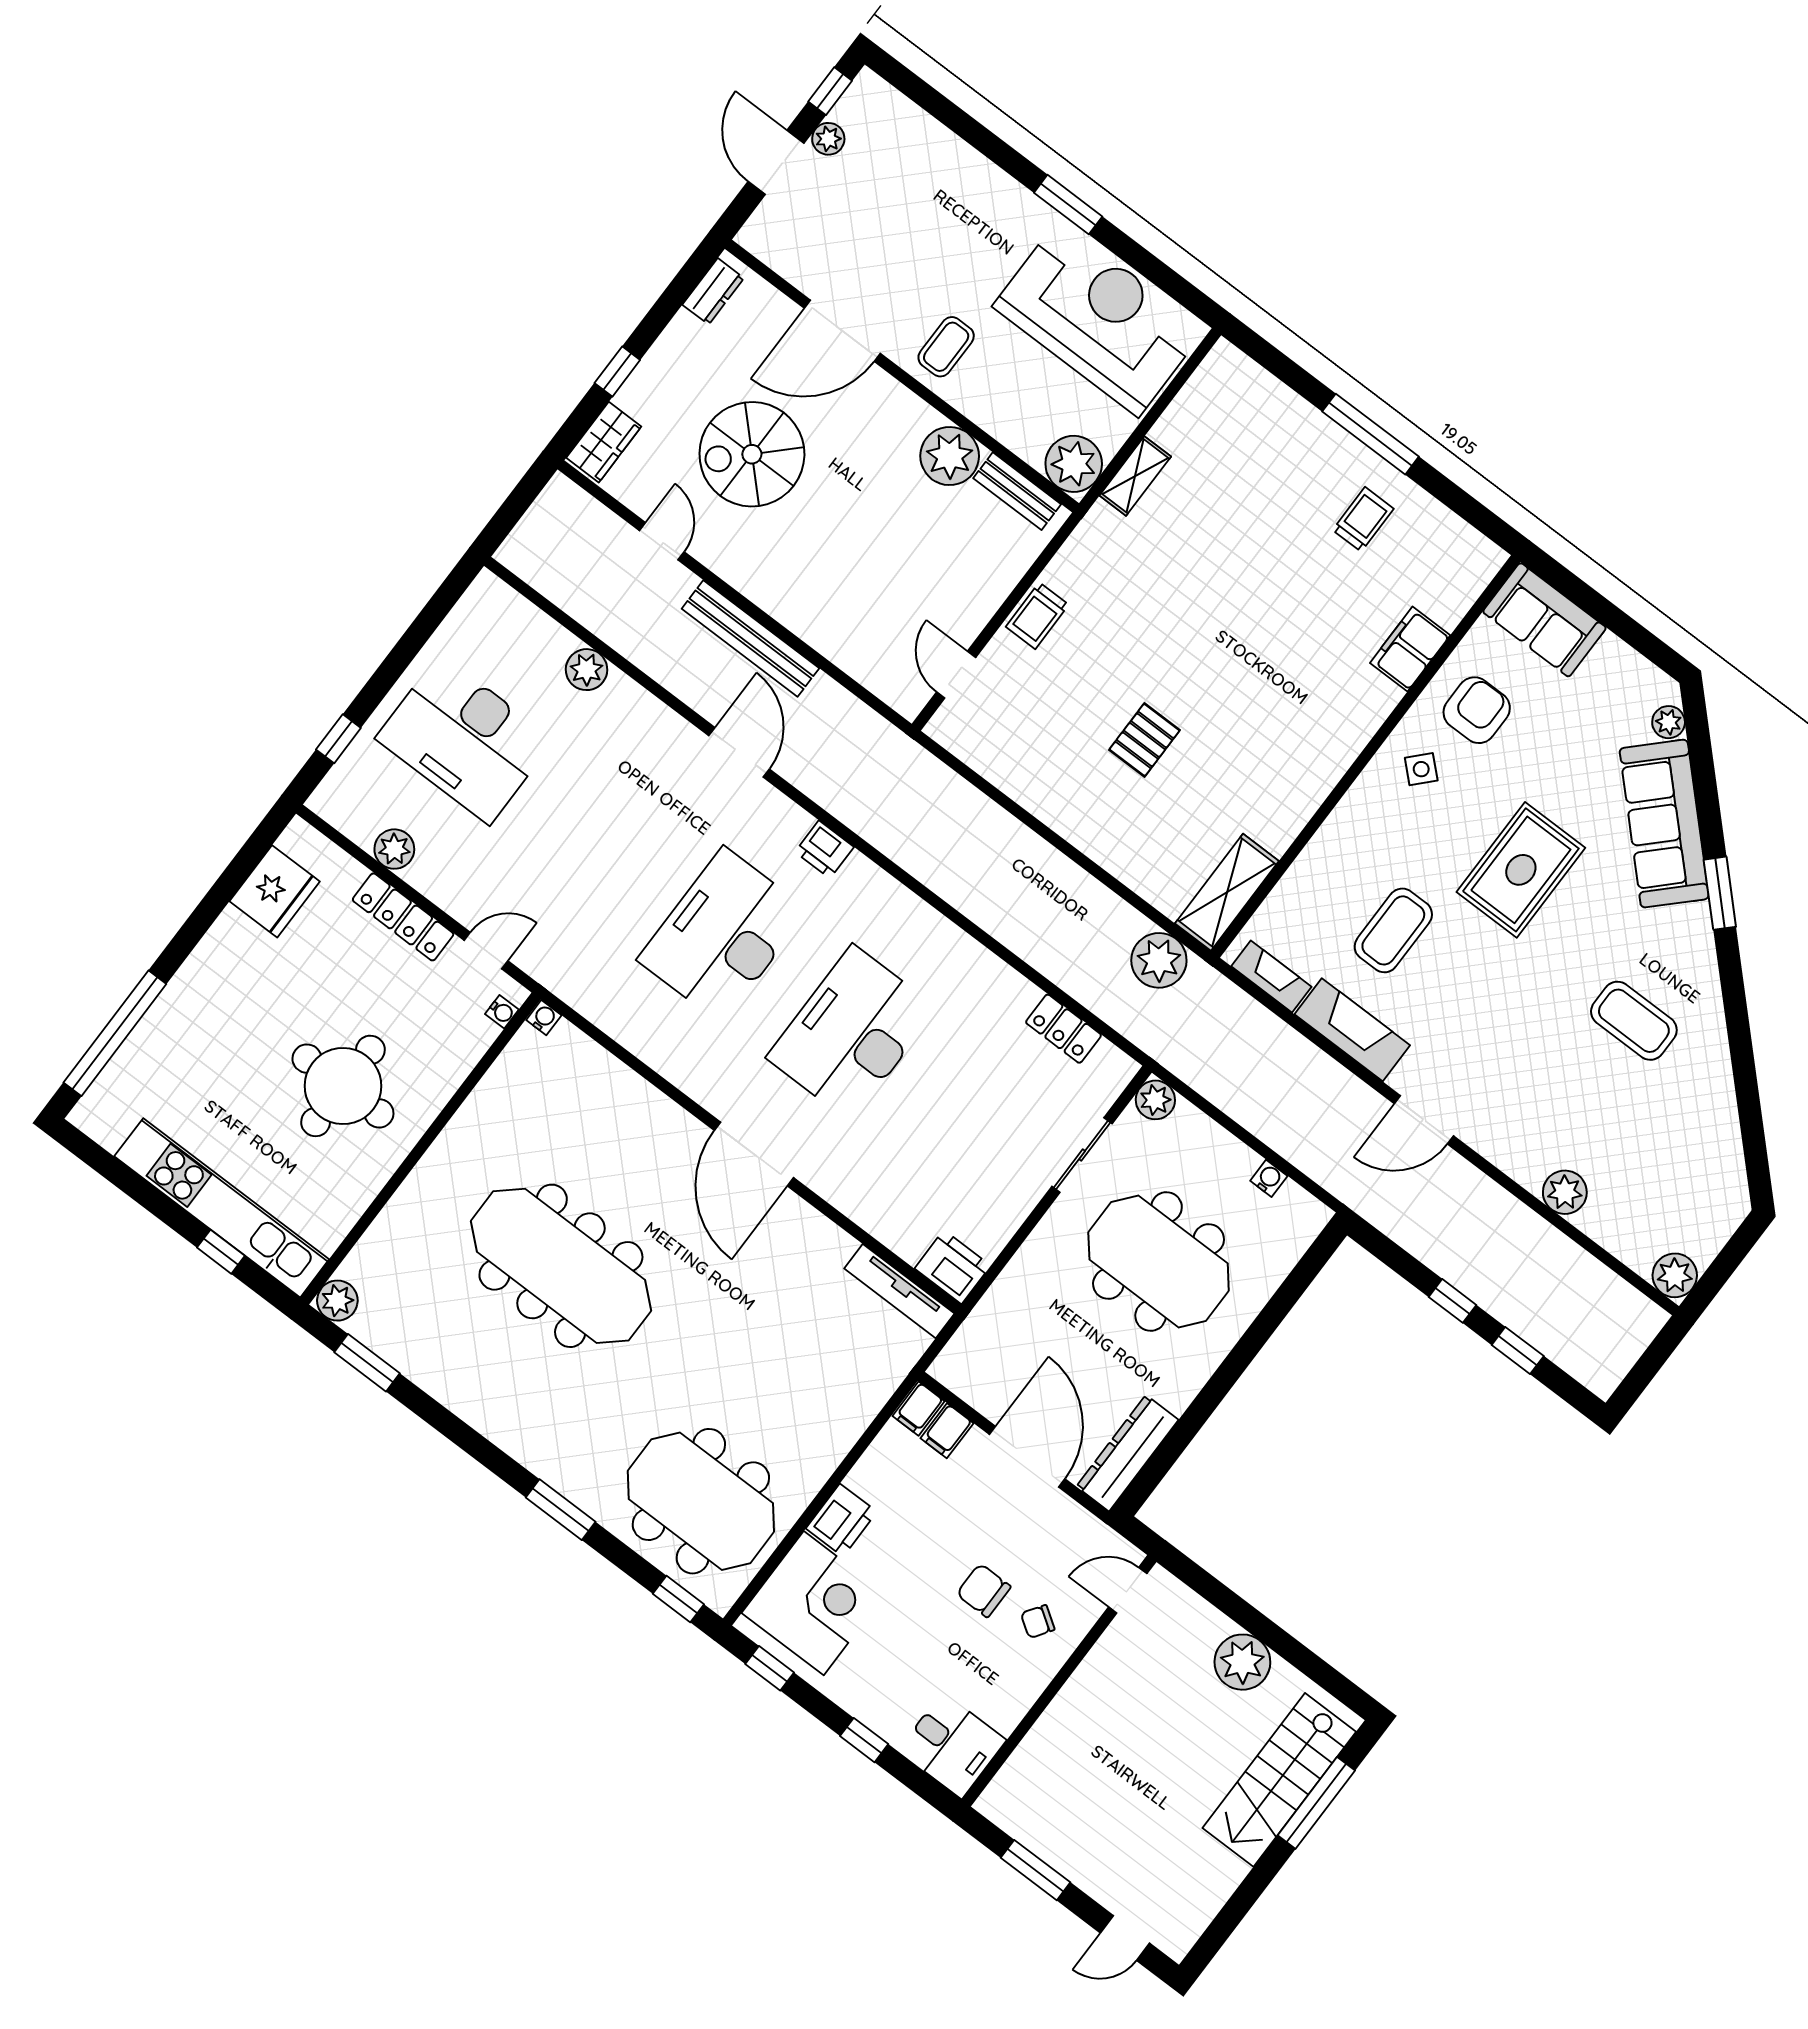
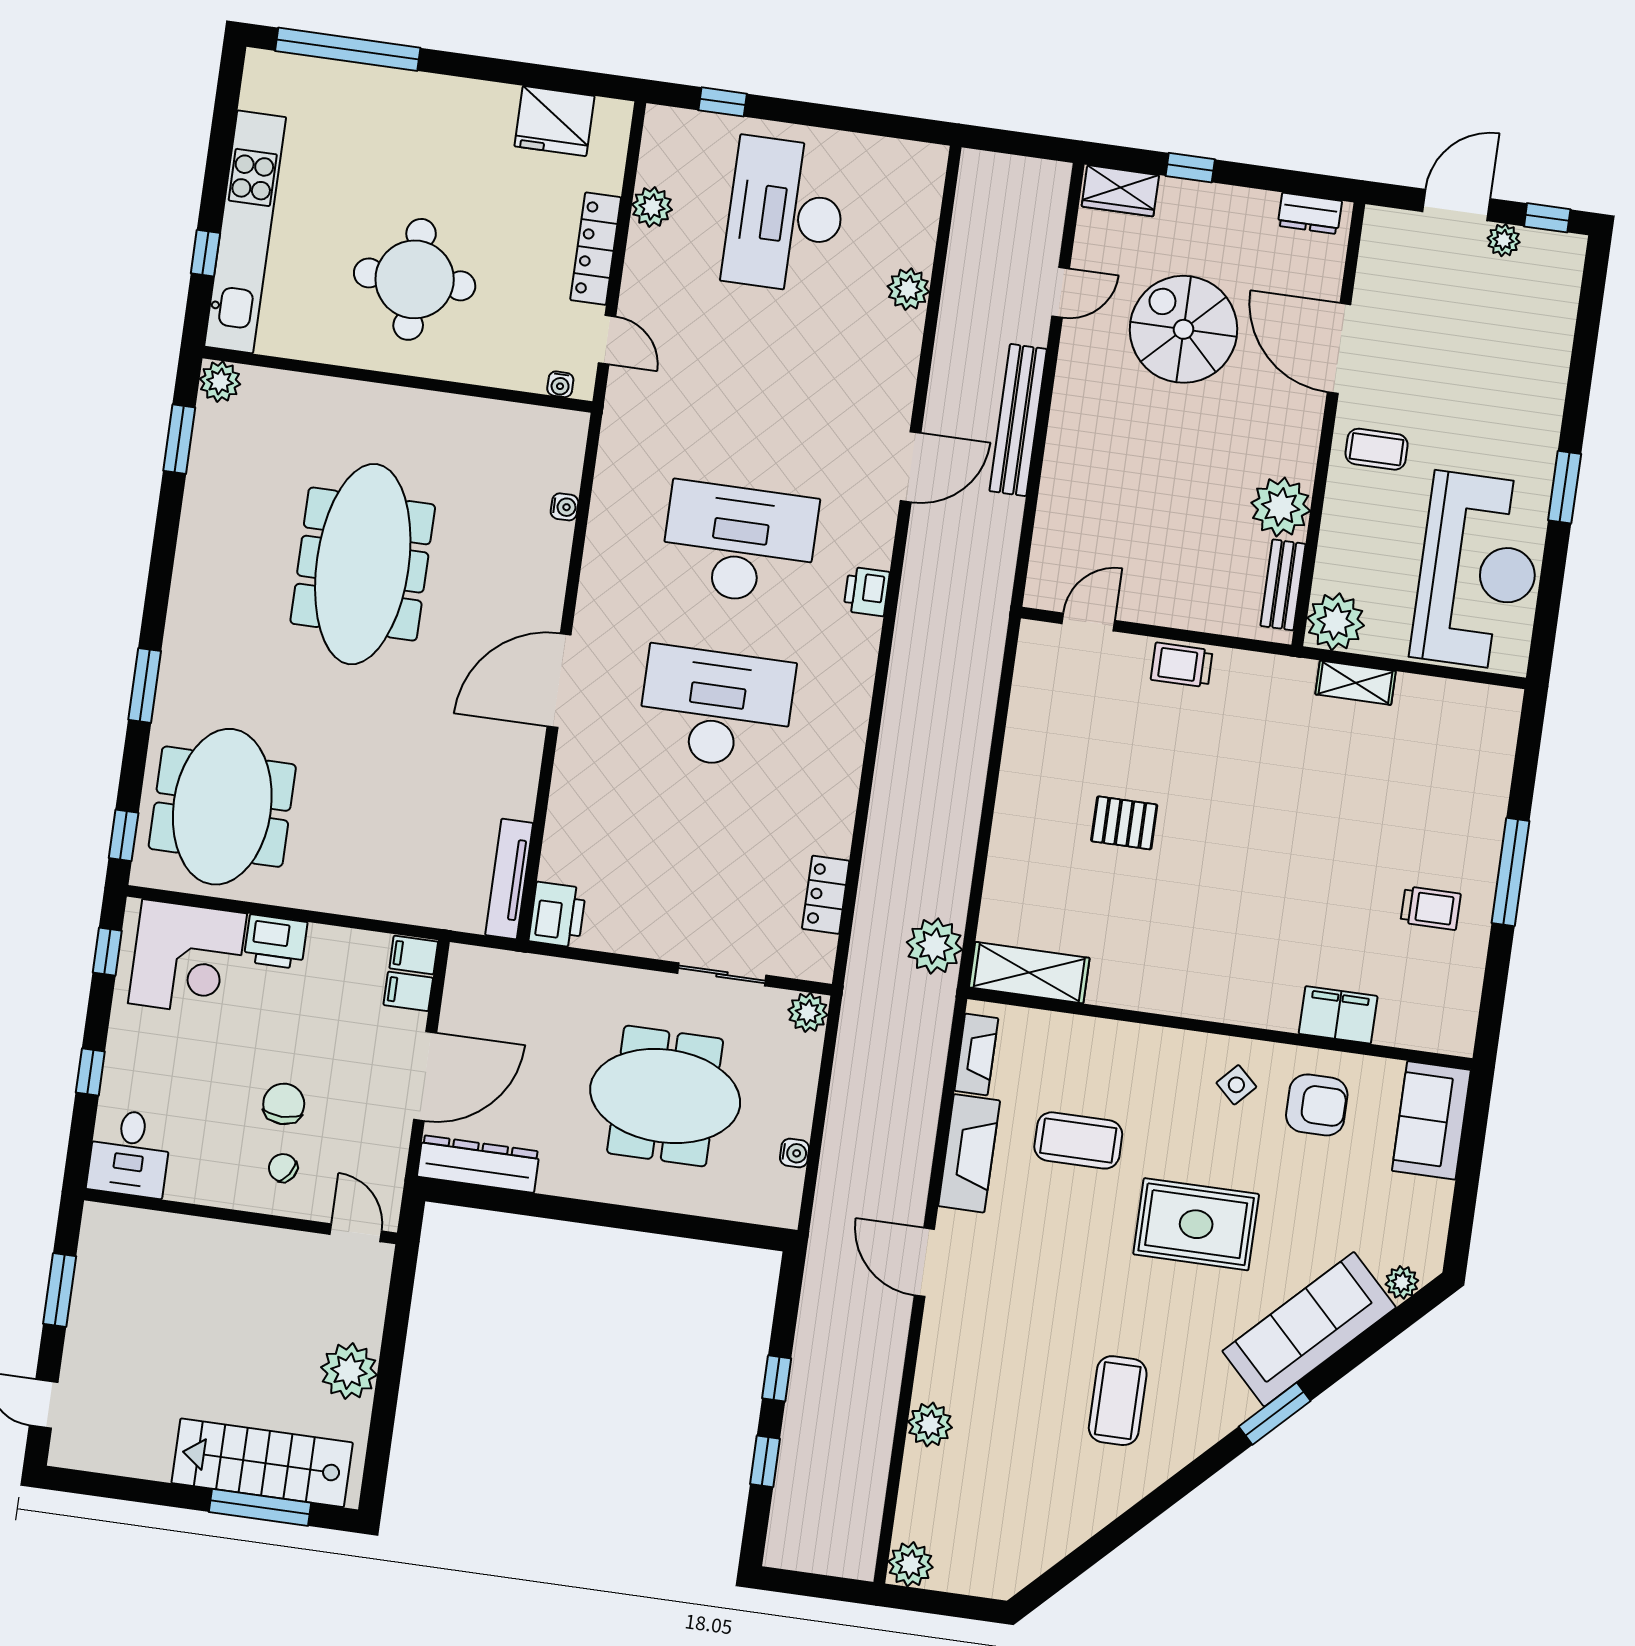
water cooler: (544, 1018) -> (564, 507), moved
meeting table: (1159, 1262) -> (665, 1096), turned 90

